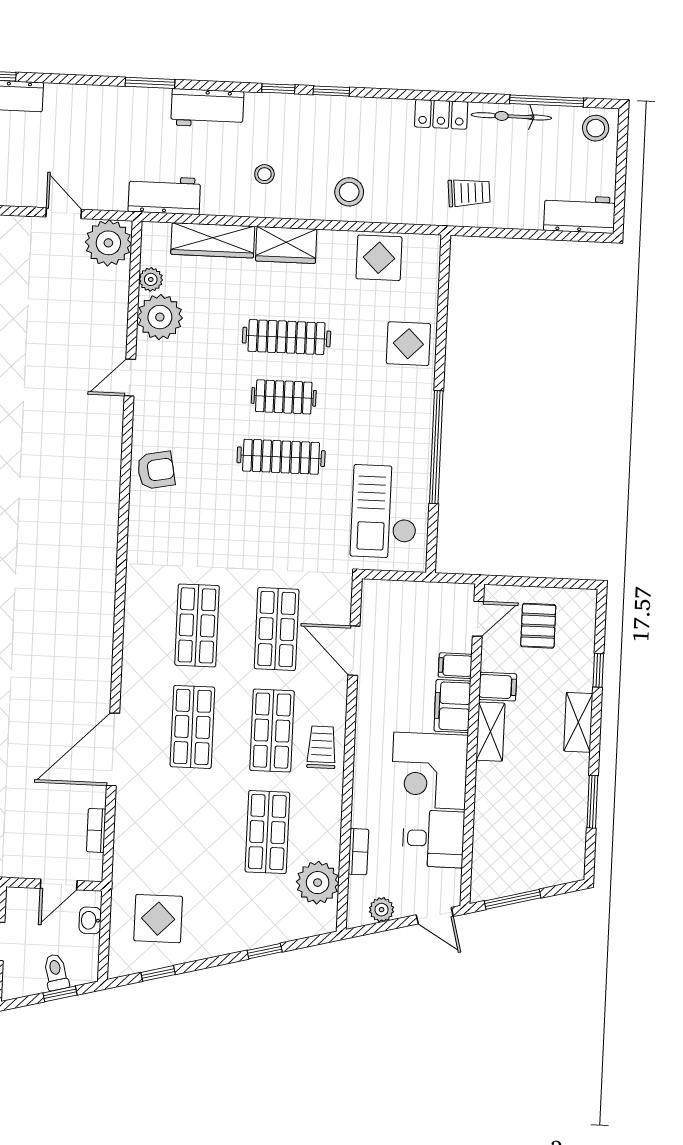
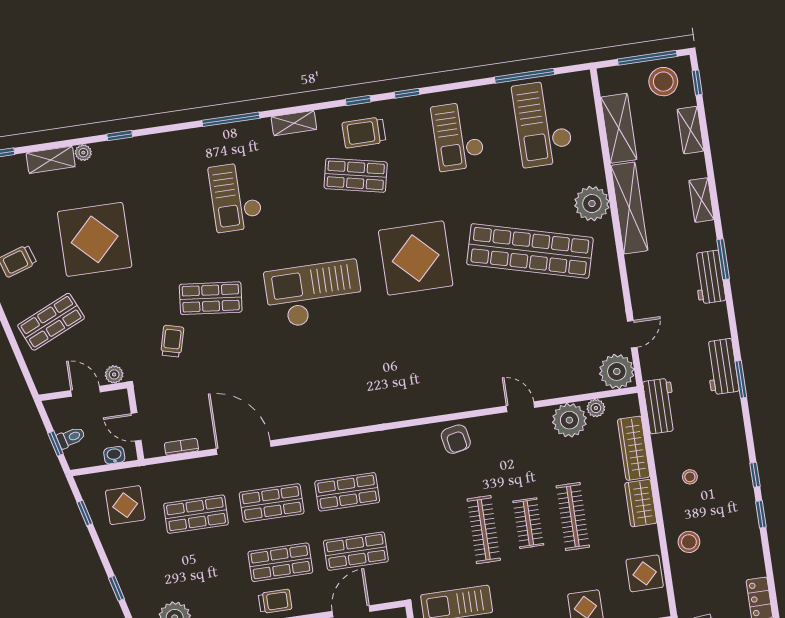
workbench: (207, 108) -> (722, 367), moved
shop shelf: (267, 832) -> (196, 514), moved

